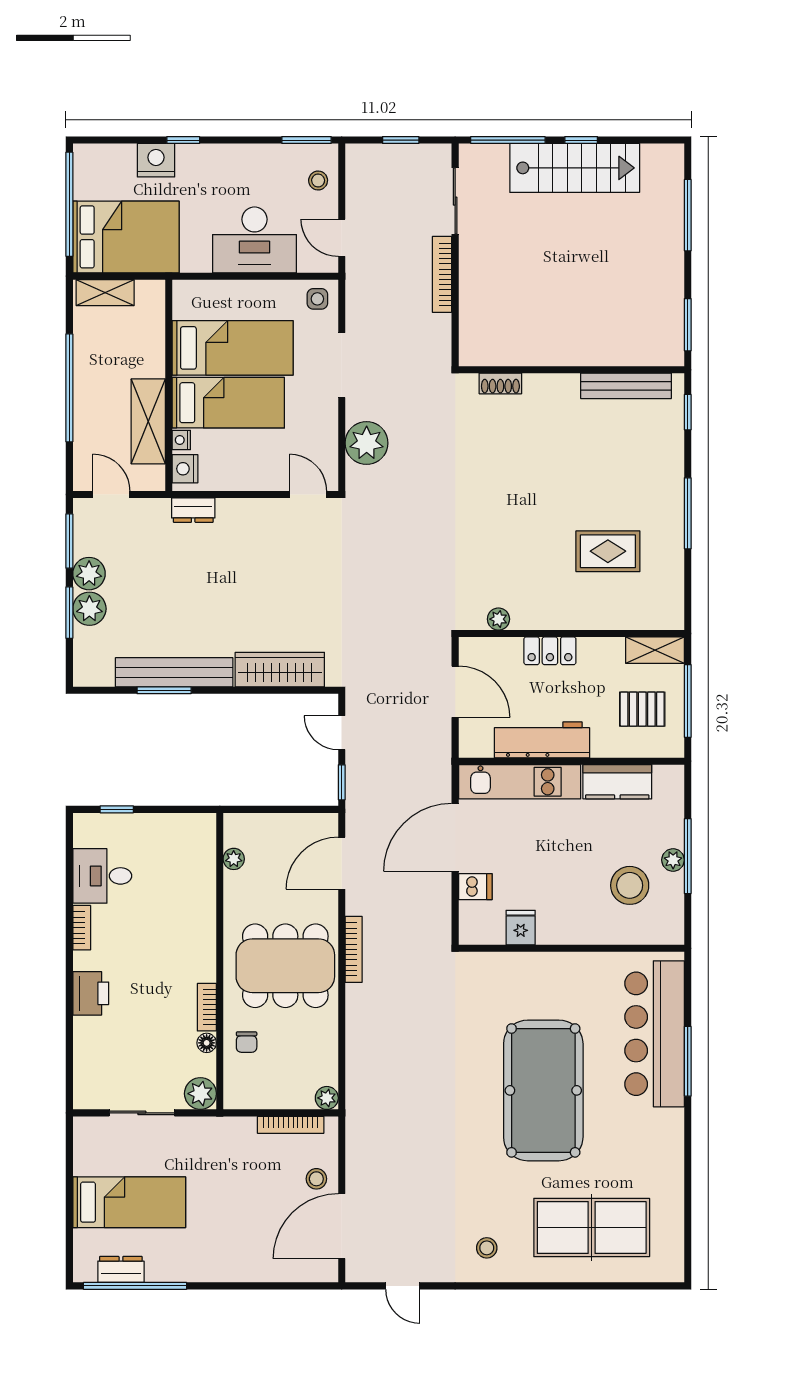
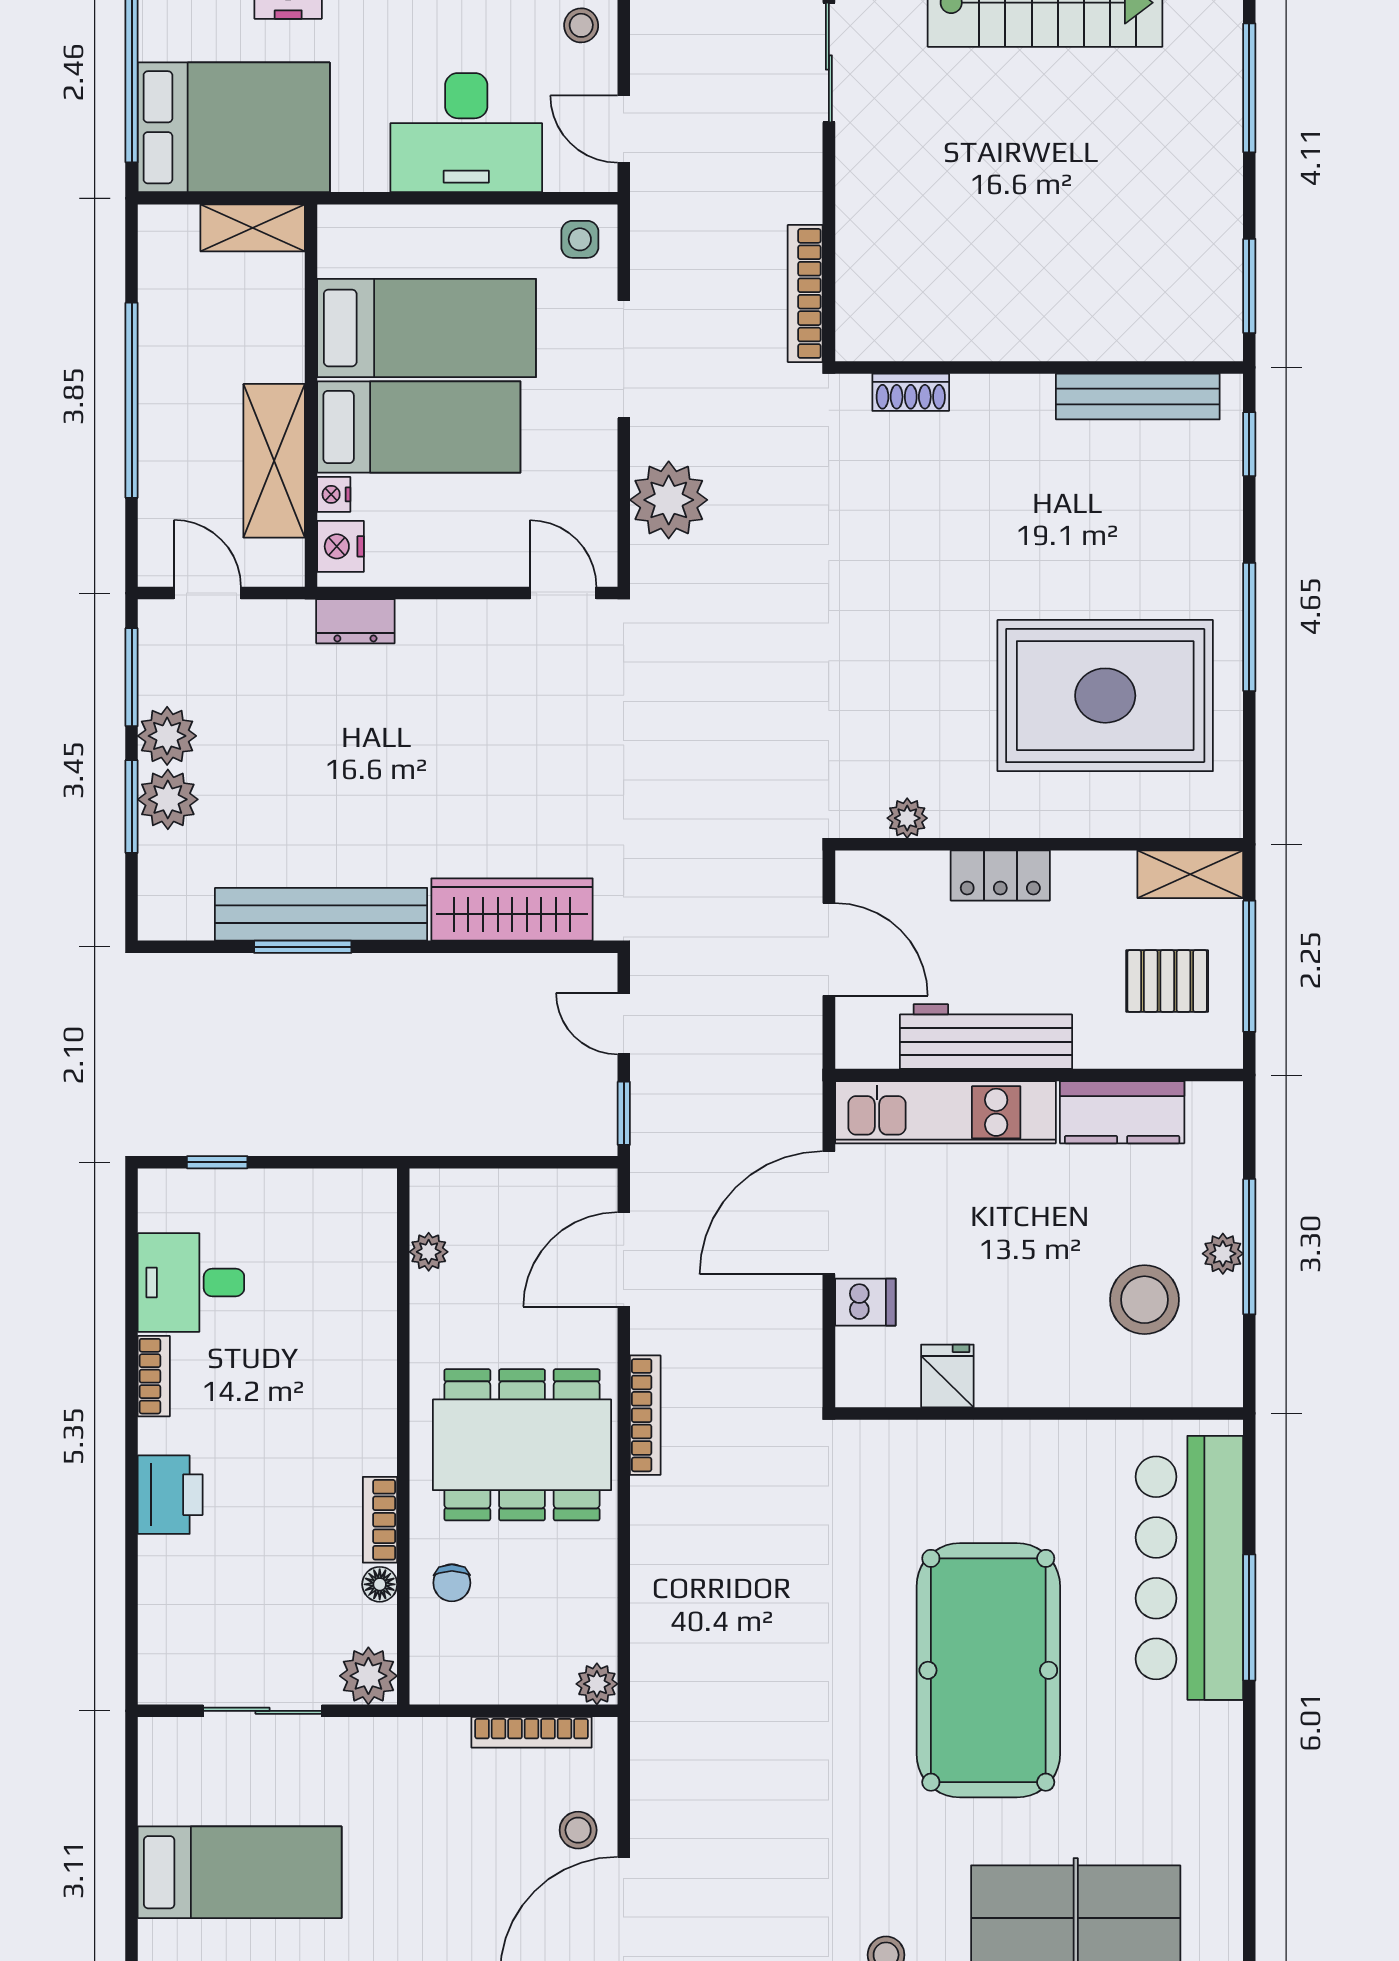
bookcase: (442, 274) -> (805, 293), moved
shelving: (105, 293) -> (253, 228), moved
rug: (608, 551) -> (1105, 696), width x1.86, depth x2.06

